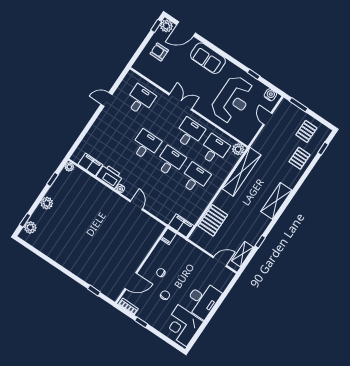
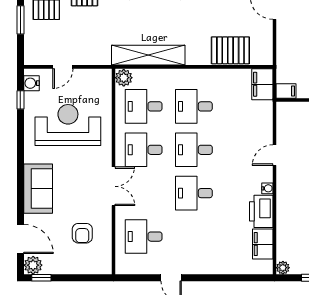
armchair: (159, 52) -> (82, 233), moved
window: (254, 74) -> (20, 100), moved
double door: (180, 102) -> (113, 186), swing flipped
window: (298, 105) -> (20, 20), moved

